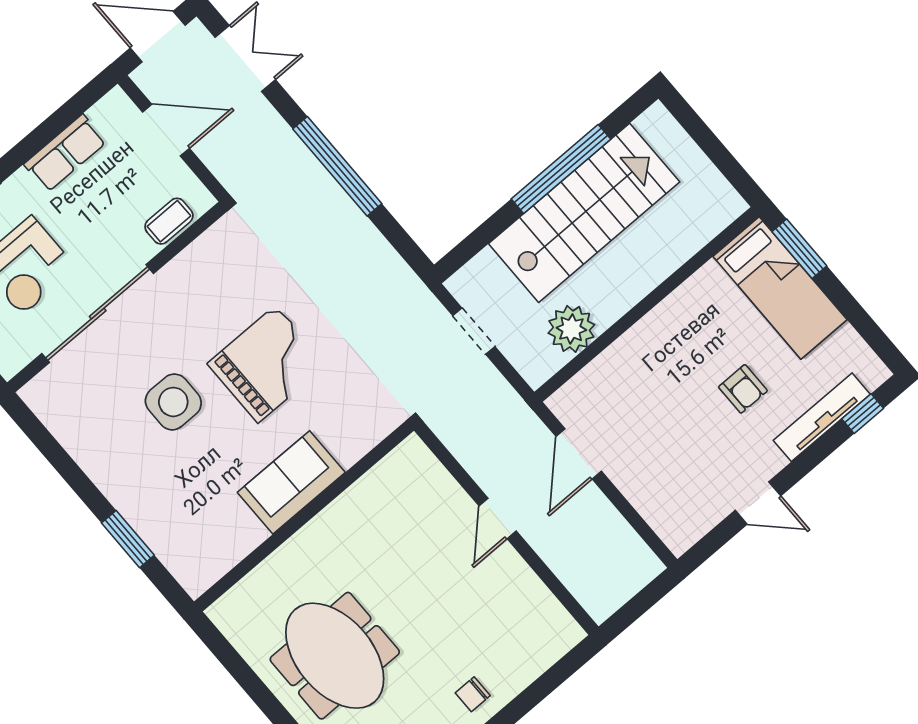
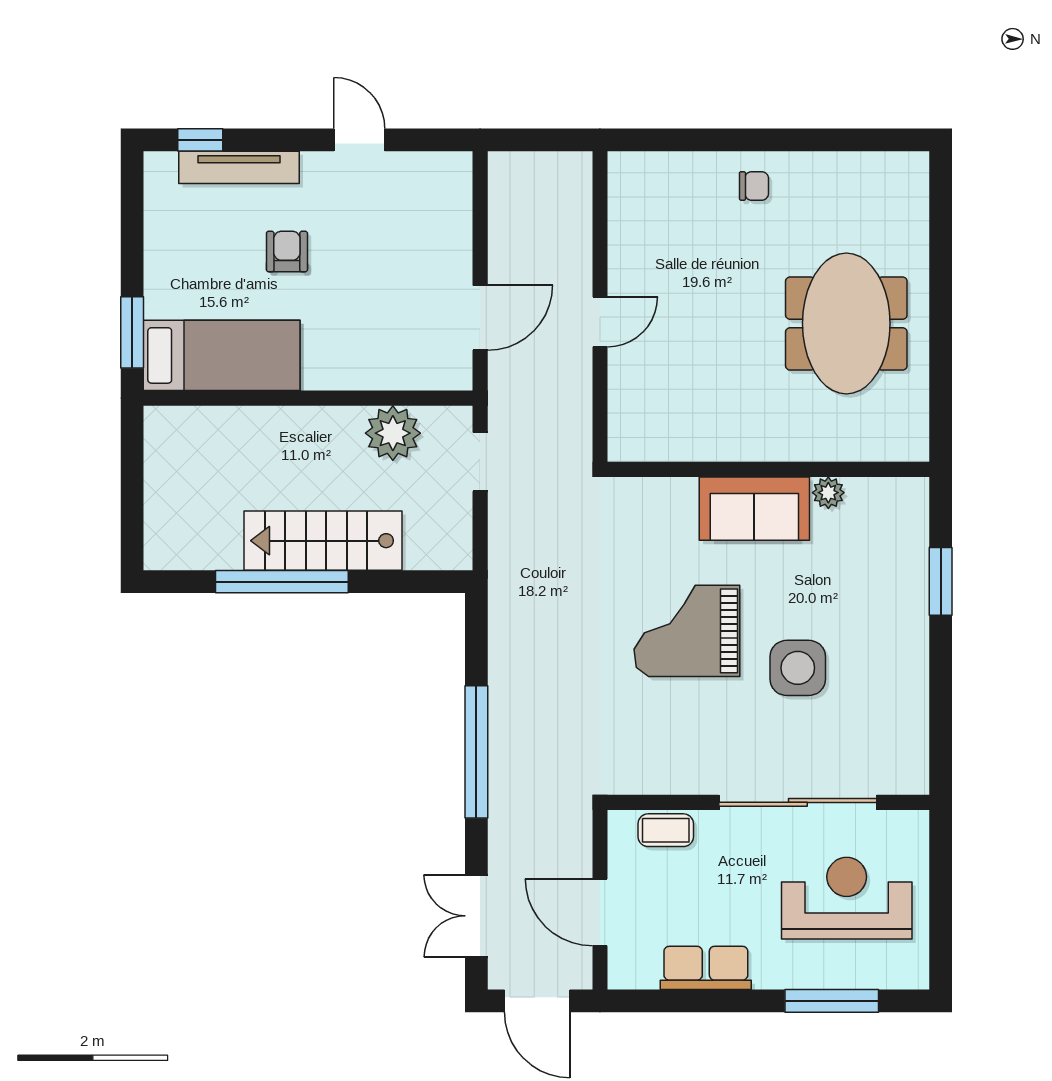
stairs: (584, 213) -> (323, 541), width x0.73, depth x0.66
bed: (780, 288) -> (222, 355), moved, turned 90
doorway: (474, 331) -> (480, 462), moved
plant: (252, 534) -> (828, 493), added

